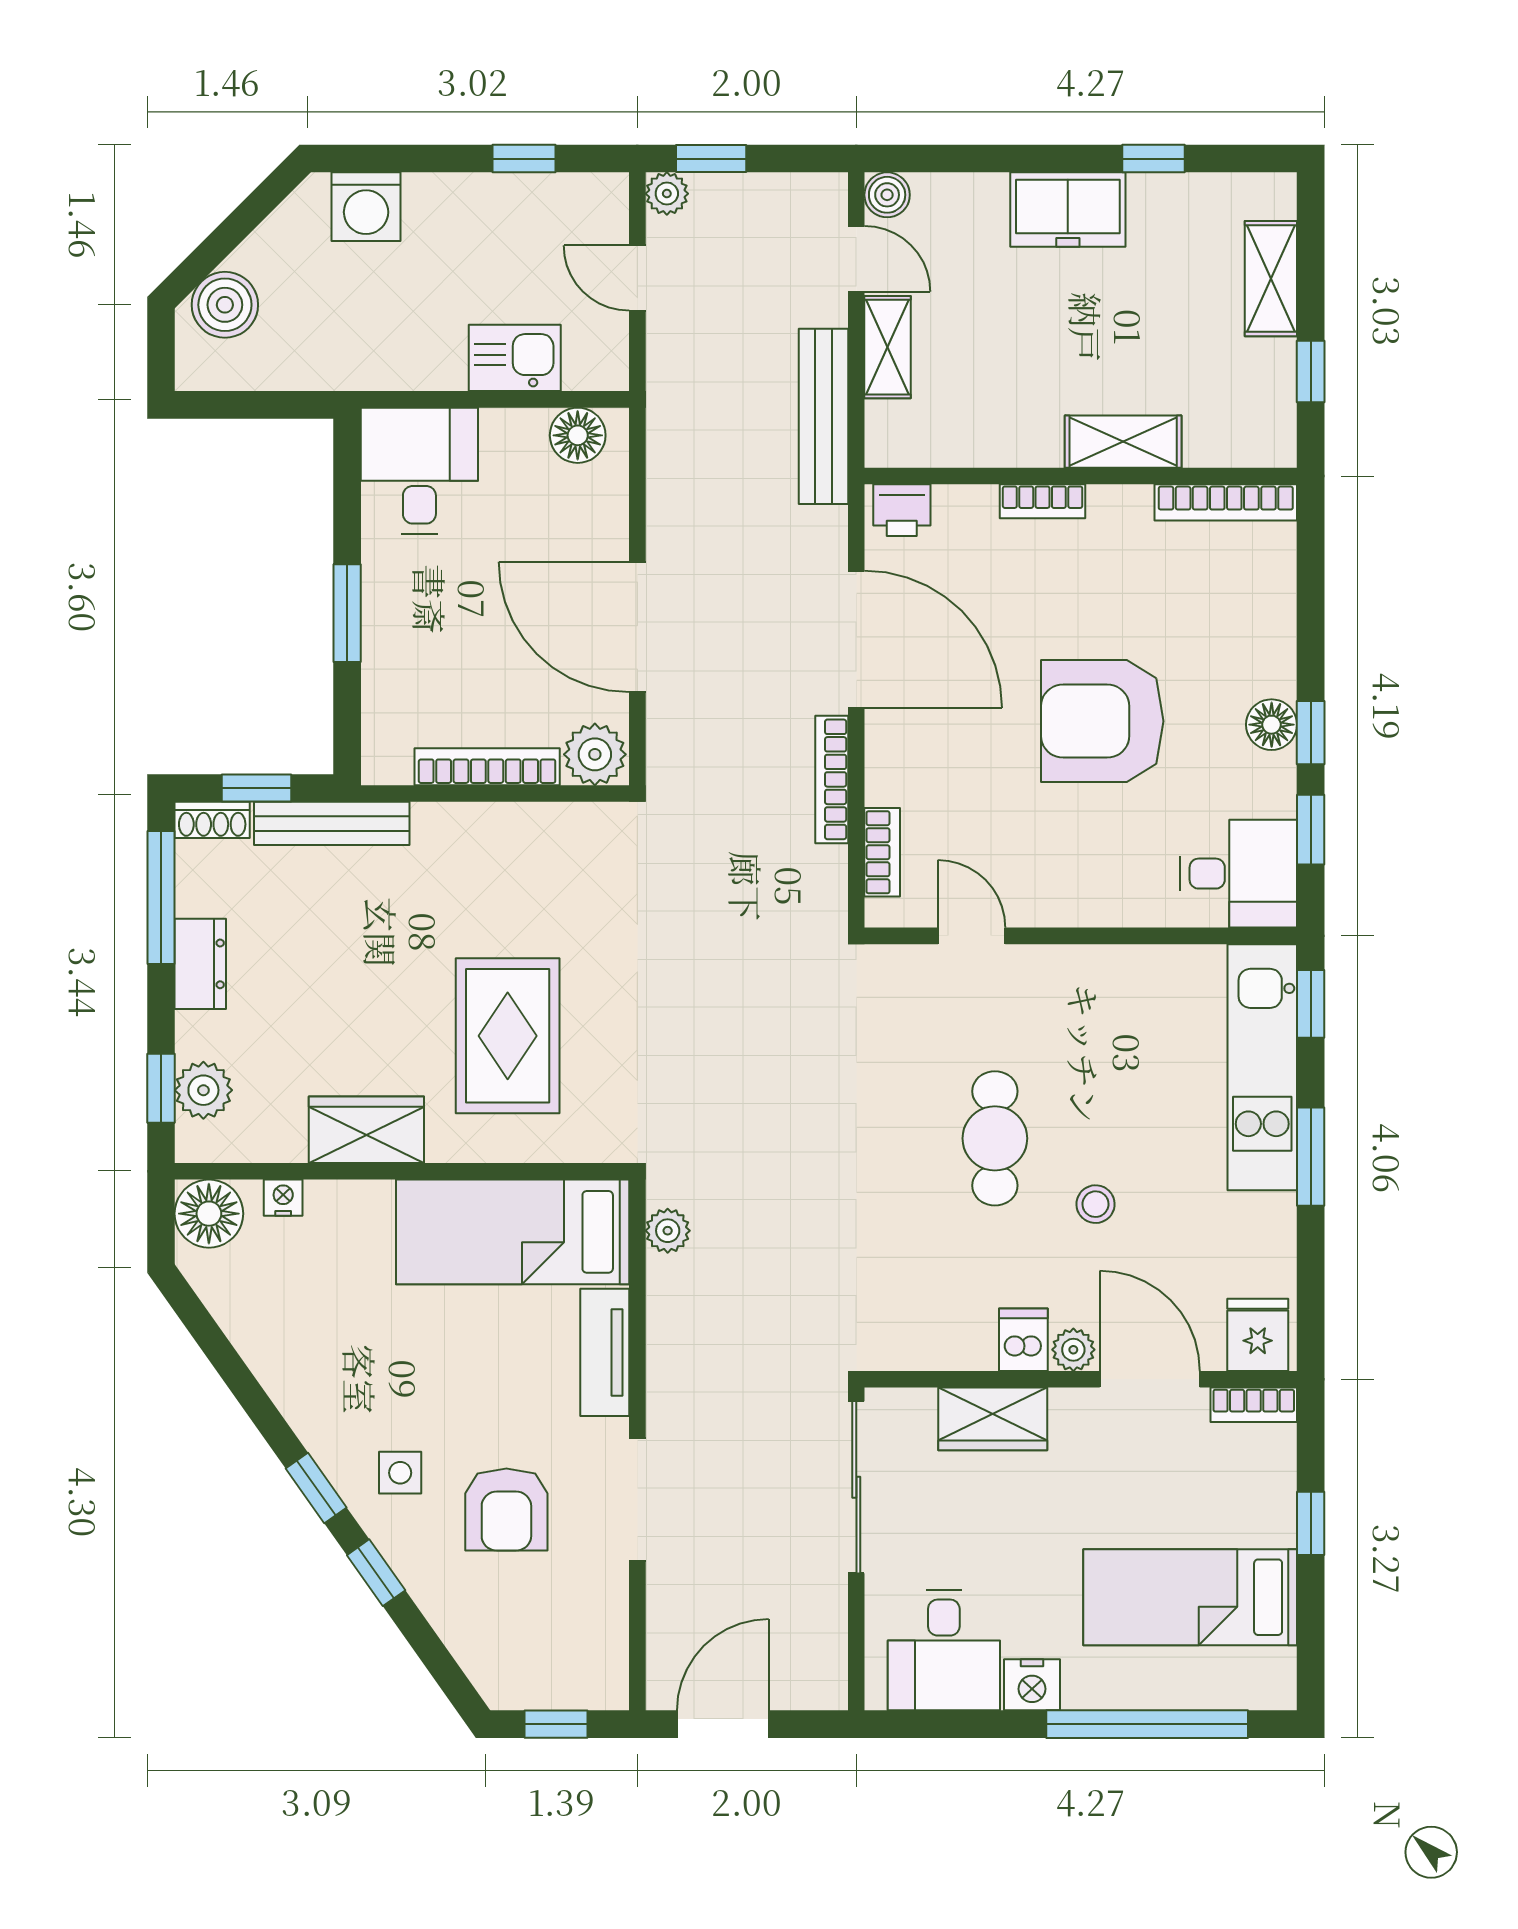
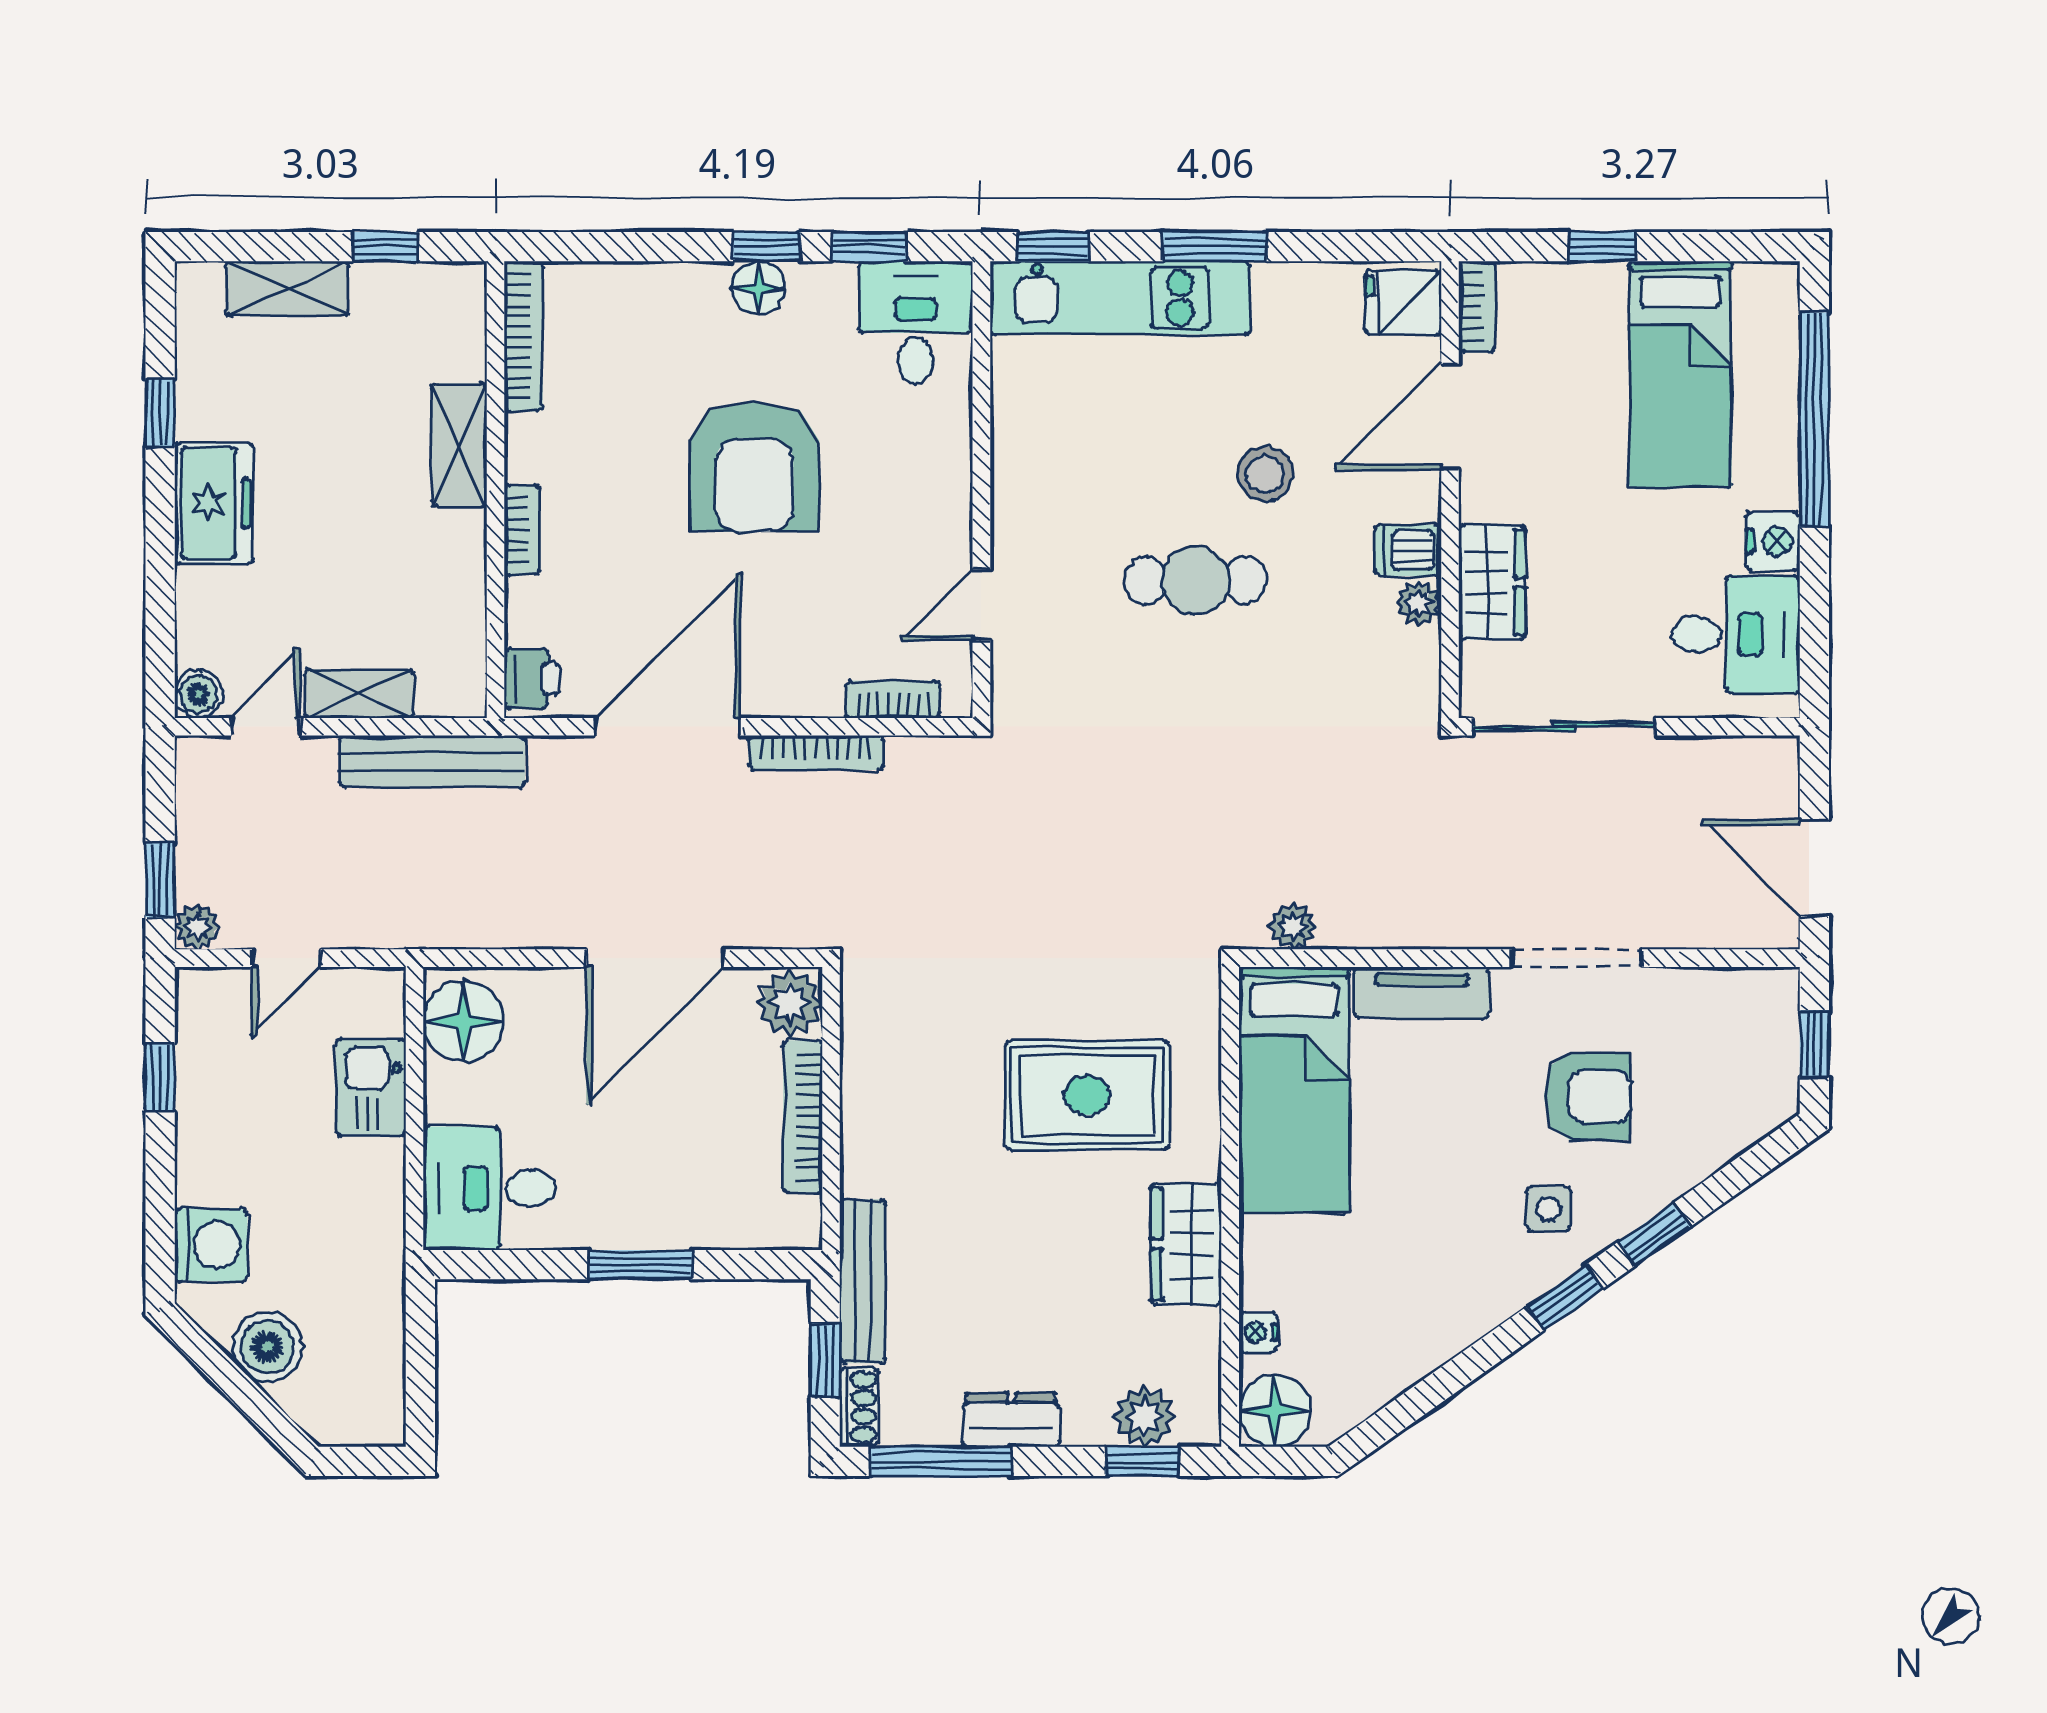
boiler: (225, 305) -> (267, 1347), moved
floor lamp: (578, 435) -> (464, 1021), width x1.38, depth x1.38
stool: (1096, 1204) -> (1265, 474), width x1.37, depth x1.37
plant: (1073, 1350) -> (1419, 603), moved

